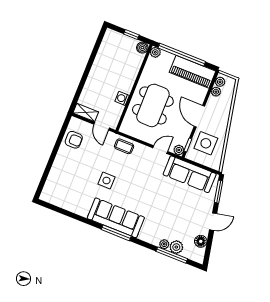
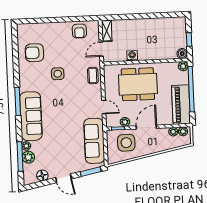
plant: (179, 150) -> (125, 122), moved
armchair: (75, 194) -> (34, 53), added
sofa: (116, 218) -> (31, 116), moved

